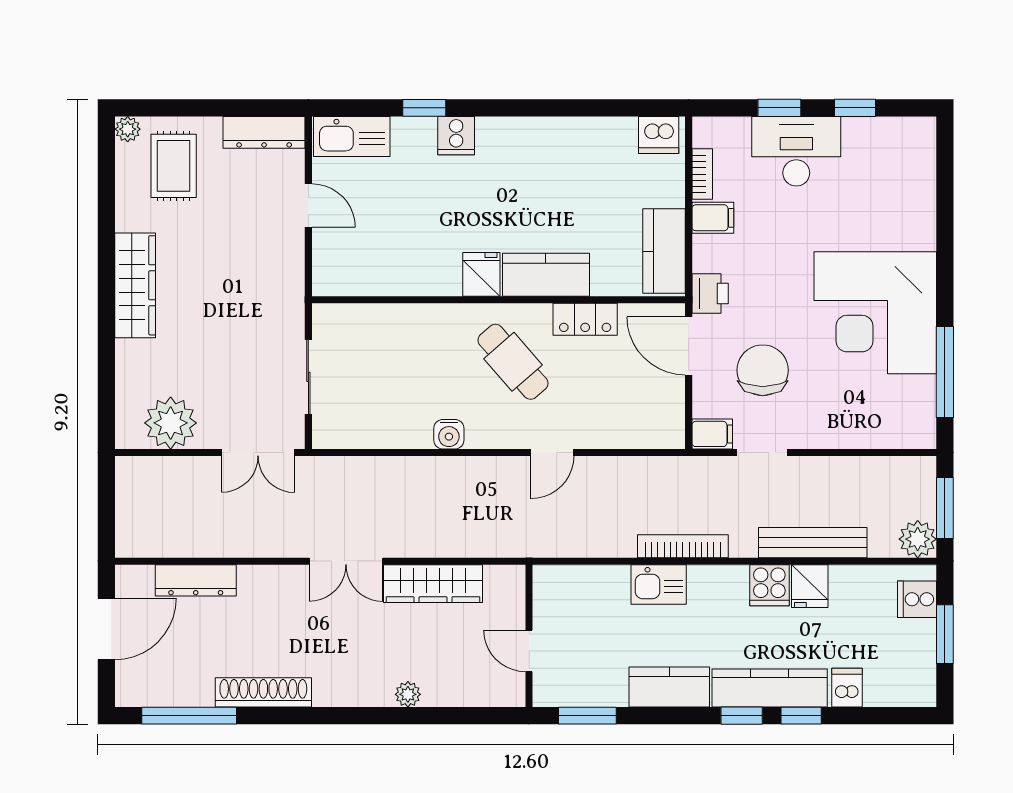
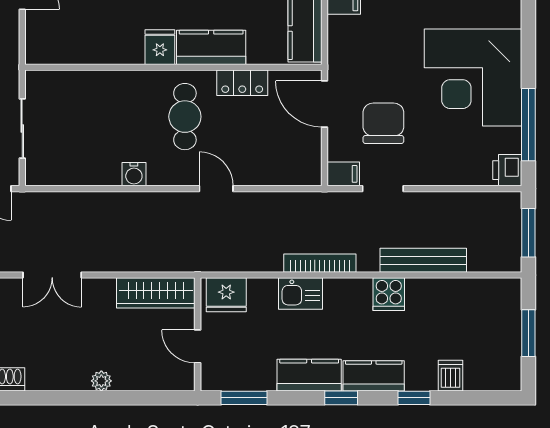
printer: (710, 293) -> (507, 170), moved, turned 180
cafe table: (513, 362) -> (185, 117), turned 41
door: (552, 453) -> (216, 189), swing flipped
plant: (918, 539) -> (507, 257), removed
wardrobe: (433, 584) -> (156, 293), moved
fridge: (810, 586) -> (226, 295), moved, width x1.38
cooker: (917, 599) -> (506, 305), removed
kitchen counter: (770, 688) -> (374, 376), width x0.67
window: (742, 716) -> (341, 398), moved

